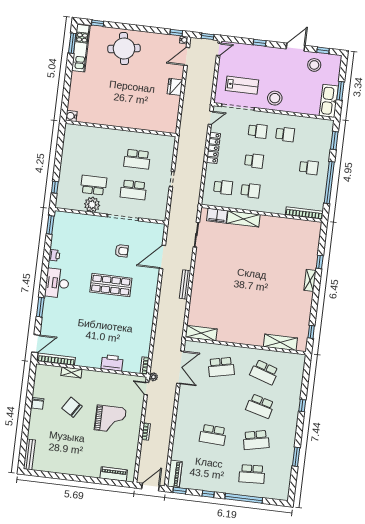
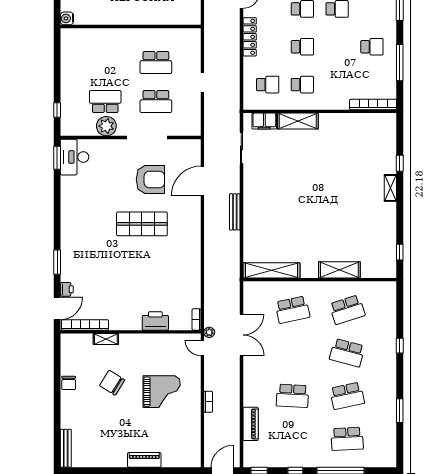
window: (329, 183) -> (400, 63), width x0.68
armchair: (122, 251) -> (150, 179), width x1.88, depth x1.88
printer: (54, 255) -> (67, 289), moved
desk: (57, 283) -> (75, 157), moved
shelving: (201, 333) -> (271, 270), width x1.47
shelving: (280, 342) -> (339, 270), moved
double door: (180, 367) -> (241, 335), moved
school desk: (264, 372) -> (347, 310), turned -36
piano: (114, 474) -> (144, 460), moved
piano: (175, 474) -> (251, 424), moved

